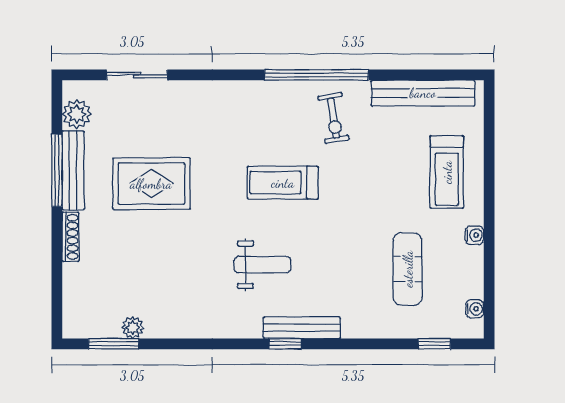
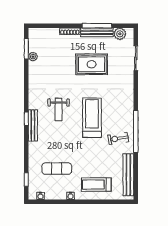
treadmill: (283, 183) -> (92, 118), width x1.37, depth x1.38
rug: (151, 184) -> (92, 64), turned 90

